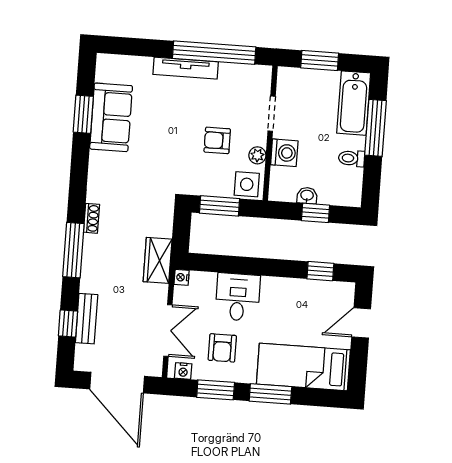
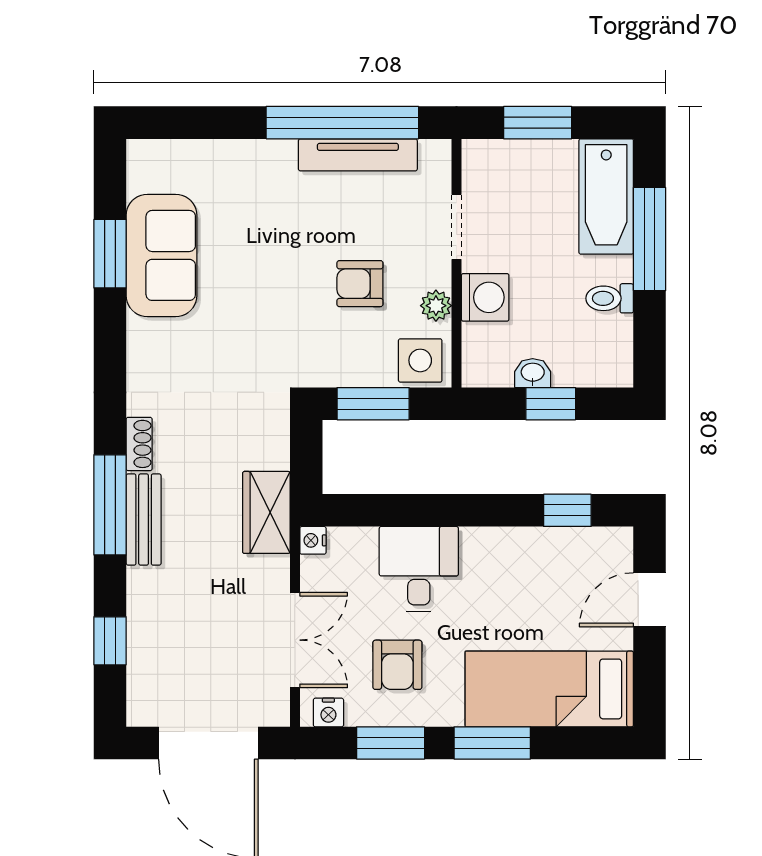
tv unit: (186, 68) -> (358, 155), moved
bench: (87, 319) -> (144, 520), moved

